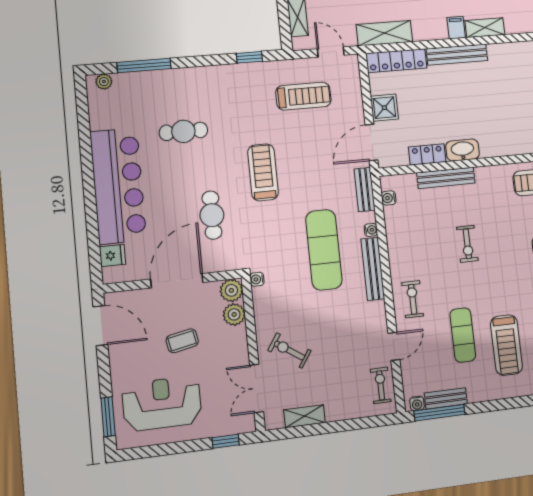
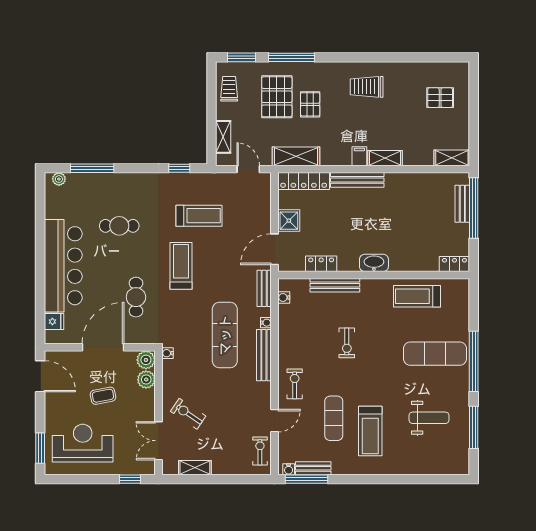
treadmill: (303, 96) -> (199, 216), moved
washbasin: (463, 150) -> (374, 263), moved

